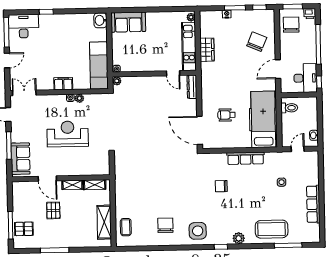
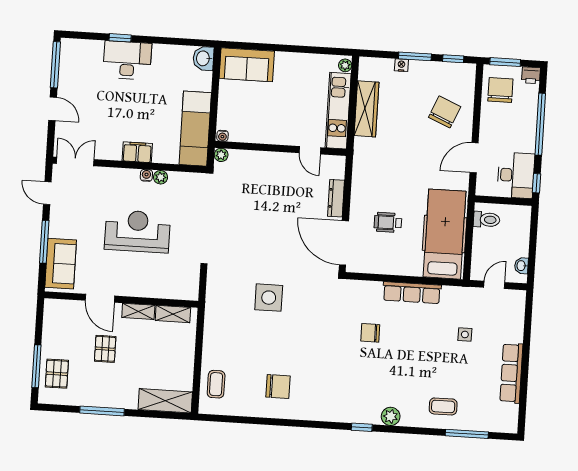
desk: (24, 26) -> (127, 60), moved
wardrobe: (207, 50) -> (367, 109), width x1.50
door: (7, 60) -> (53, 109), hinge flipped
dresser: (192, 87) -> (336, 198), moved
shelving: (104, 222) -> (165, 401), moved, turned 90
chair: (165, 225) -> (278, 386), turned 90
pallet: (24, 229) -> (57, 374), turned 90
coffee table: (272, 229) -> (443, 406), width x0.54, depth x0.58
side table: (198, 231) -> (269, 298), moved

